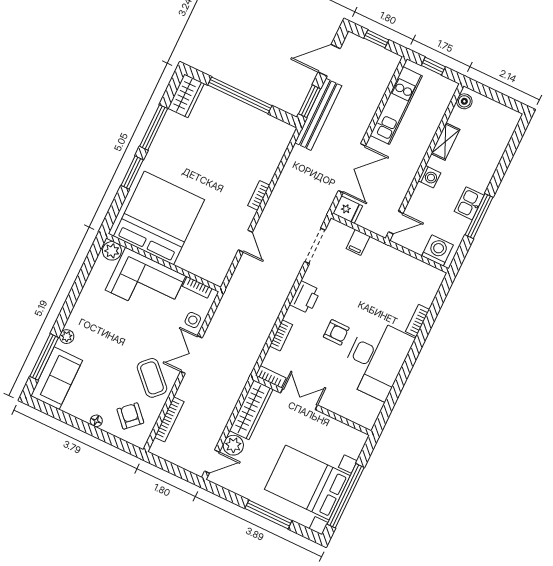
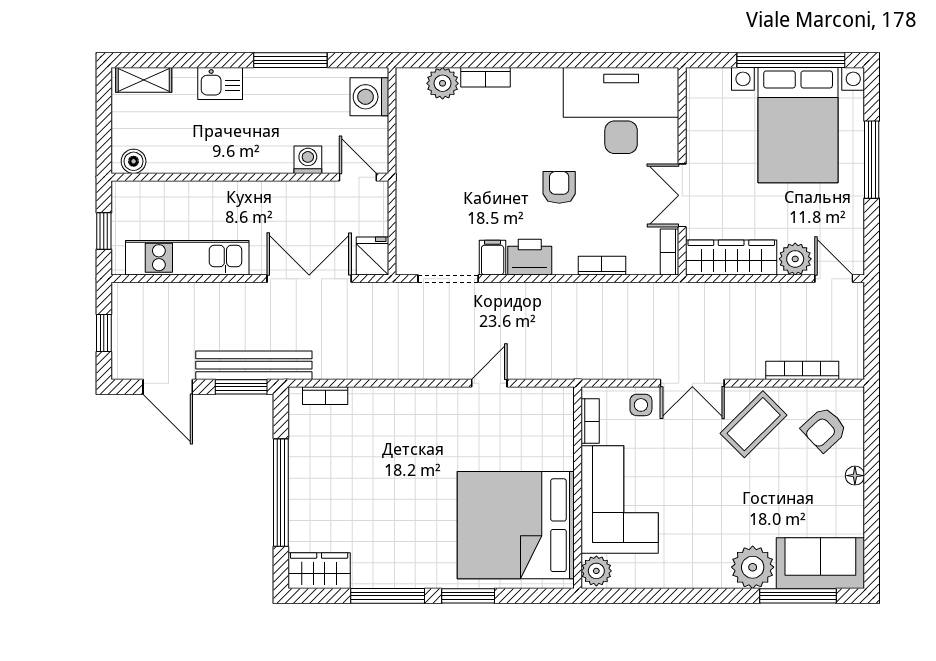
shelving: (445, 142) -> (144, 80), moved
washing machine: (429, 177) -> (308, 160), moved
bookcase: (259, 195) -> (325, 396), moved
kitchen sink: (469, 203) -> (220, 83), moved
filing cabinet: (358, 242) -> (493, 258), moved, turned -90
plant: (426, 295) -> (443, 83), added
plant: (67, 337) -> (753, 567), width x1.87, depth x1.87
desk: (376, 359) -> (621, 110), moved

